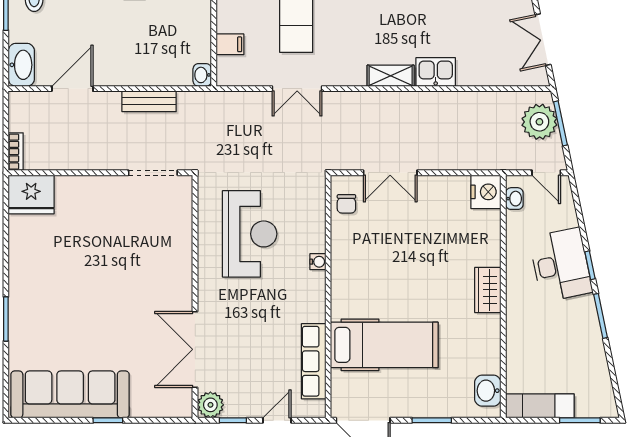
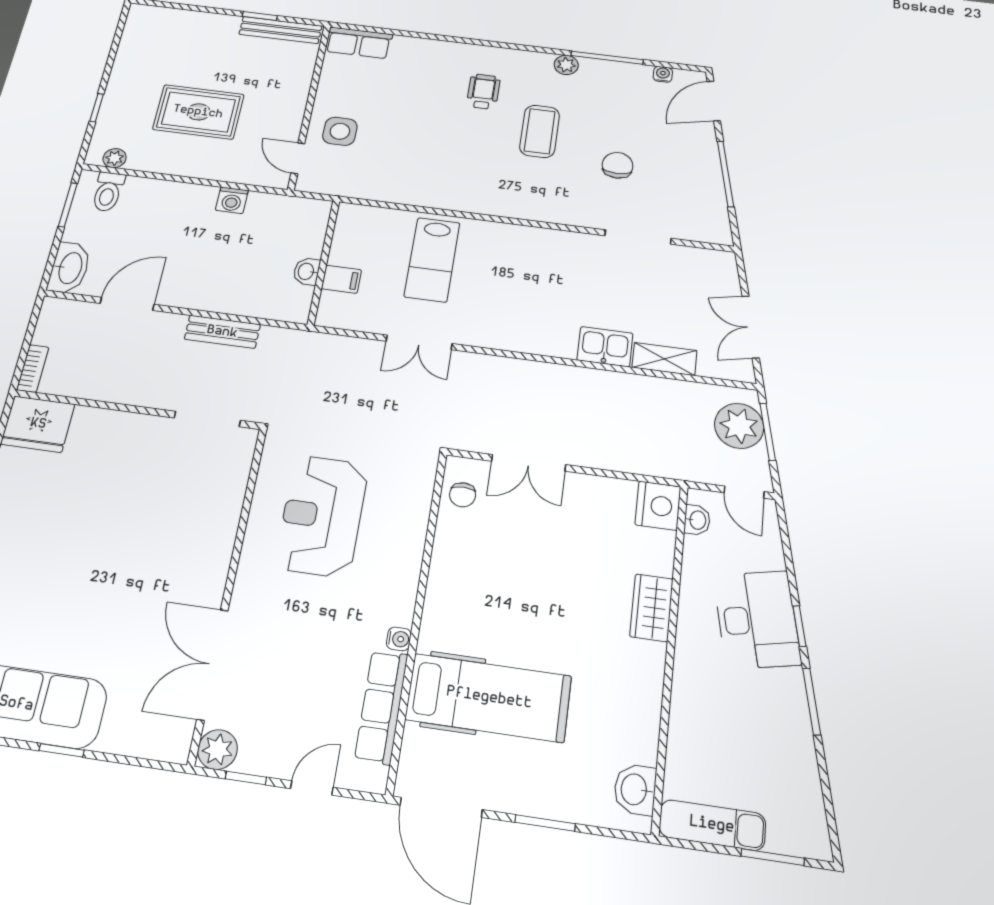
washbasin: (202, 75) -> (307, 271), moved
shelving: (391, 76) -> (664, 359), moved
reception desk: (250, 234) -> (322, 516), turned 180
water cooler: (318, 262) -> (399, 639), moved
wardrobe: (488, 290) -> (652, 608), moved

